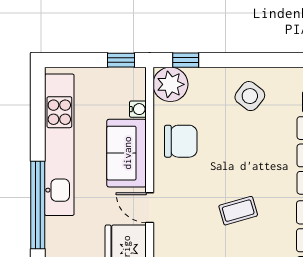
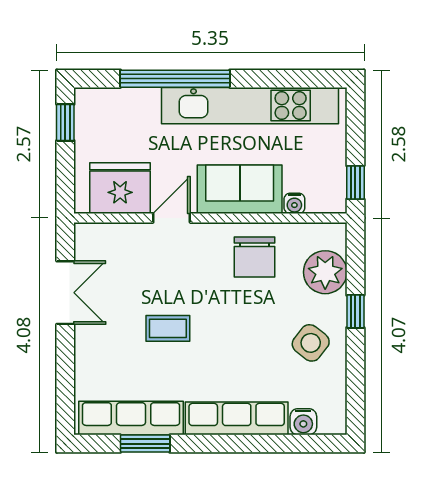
window: (186, 60) -> (355, 311), moved
plant: (170, 84) -> (325, 272), moved
coffee table: (238, 211) -> (168, 328), turned -74

